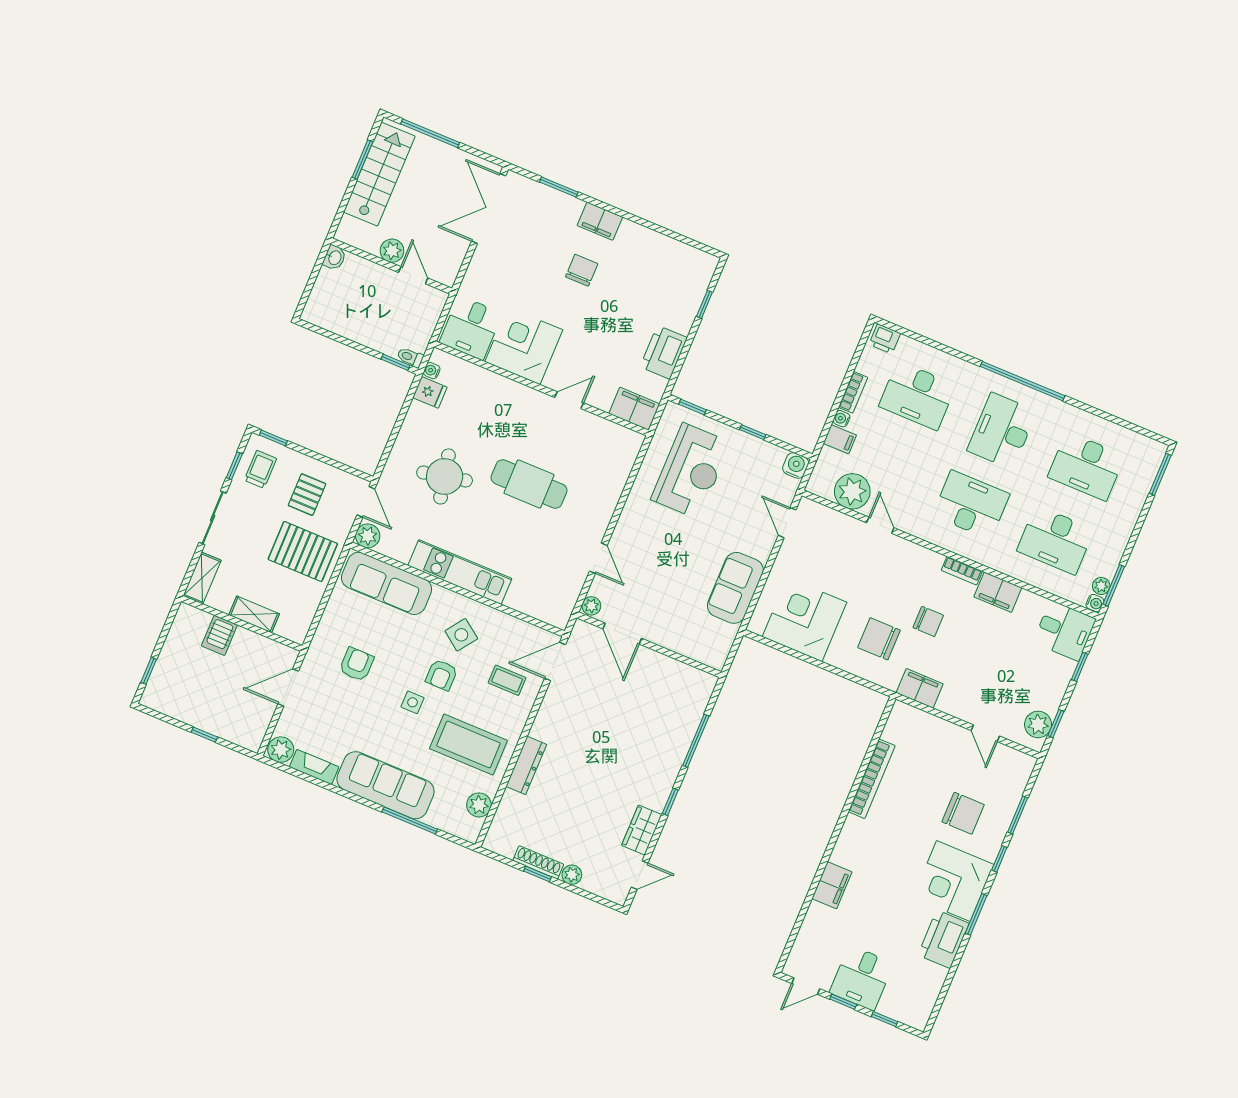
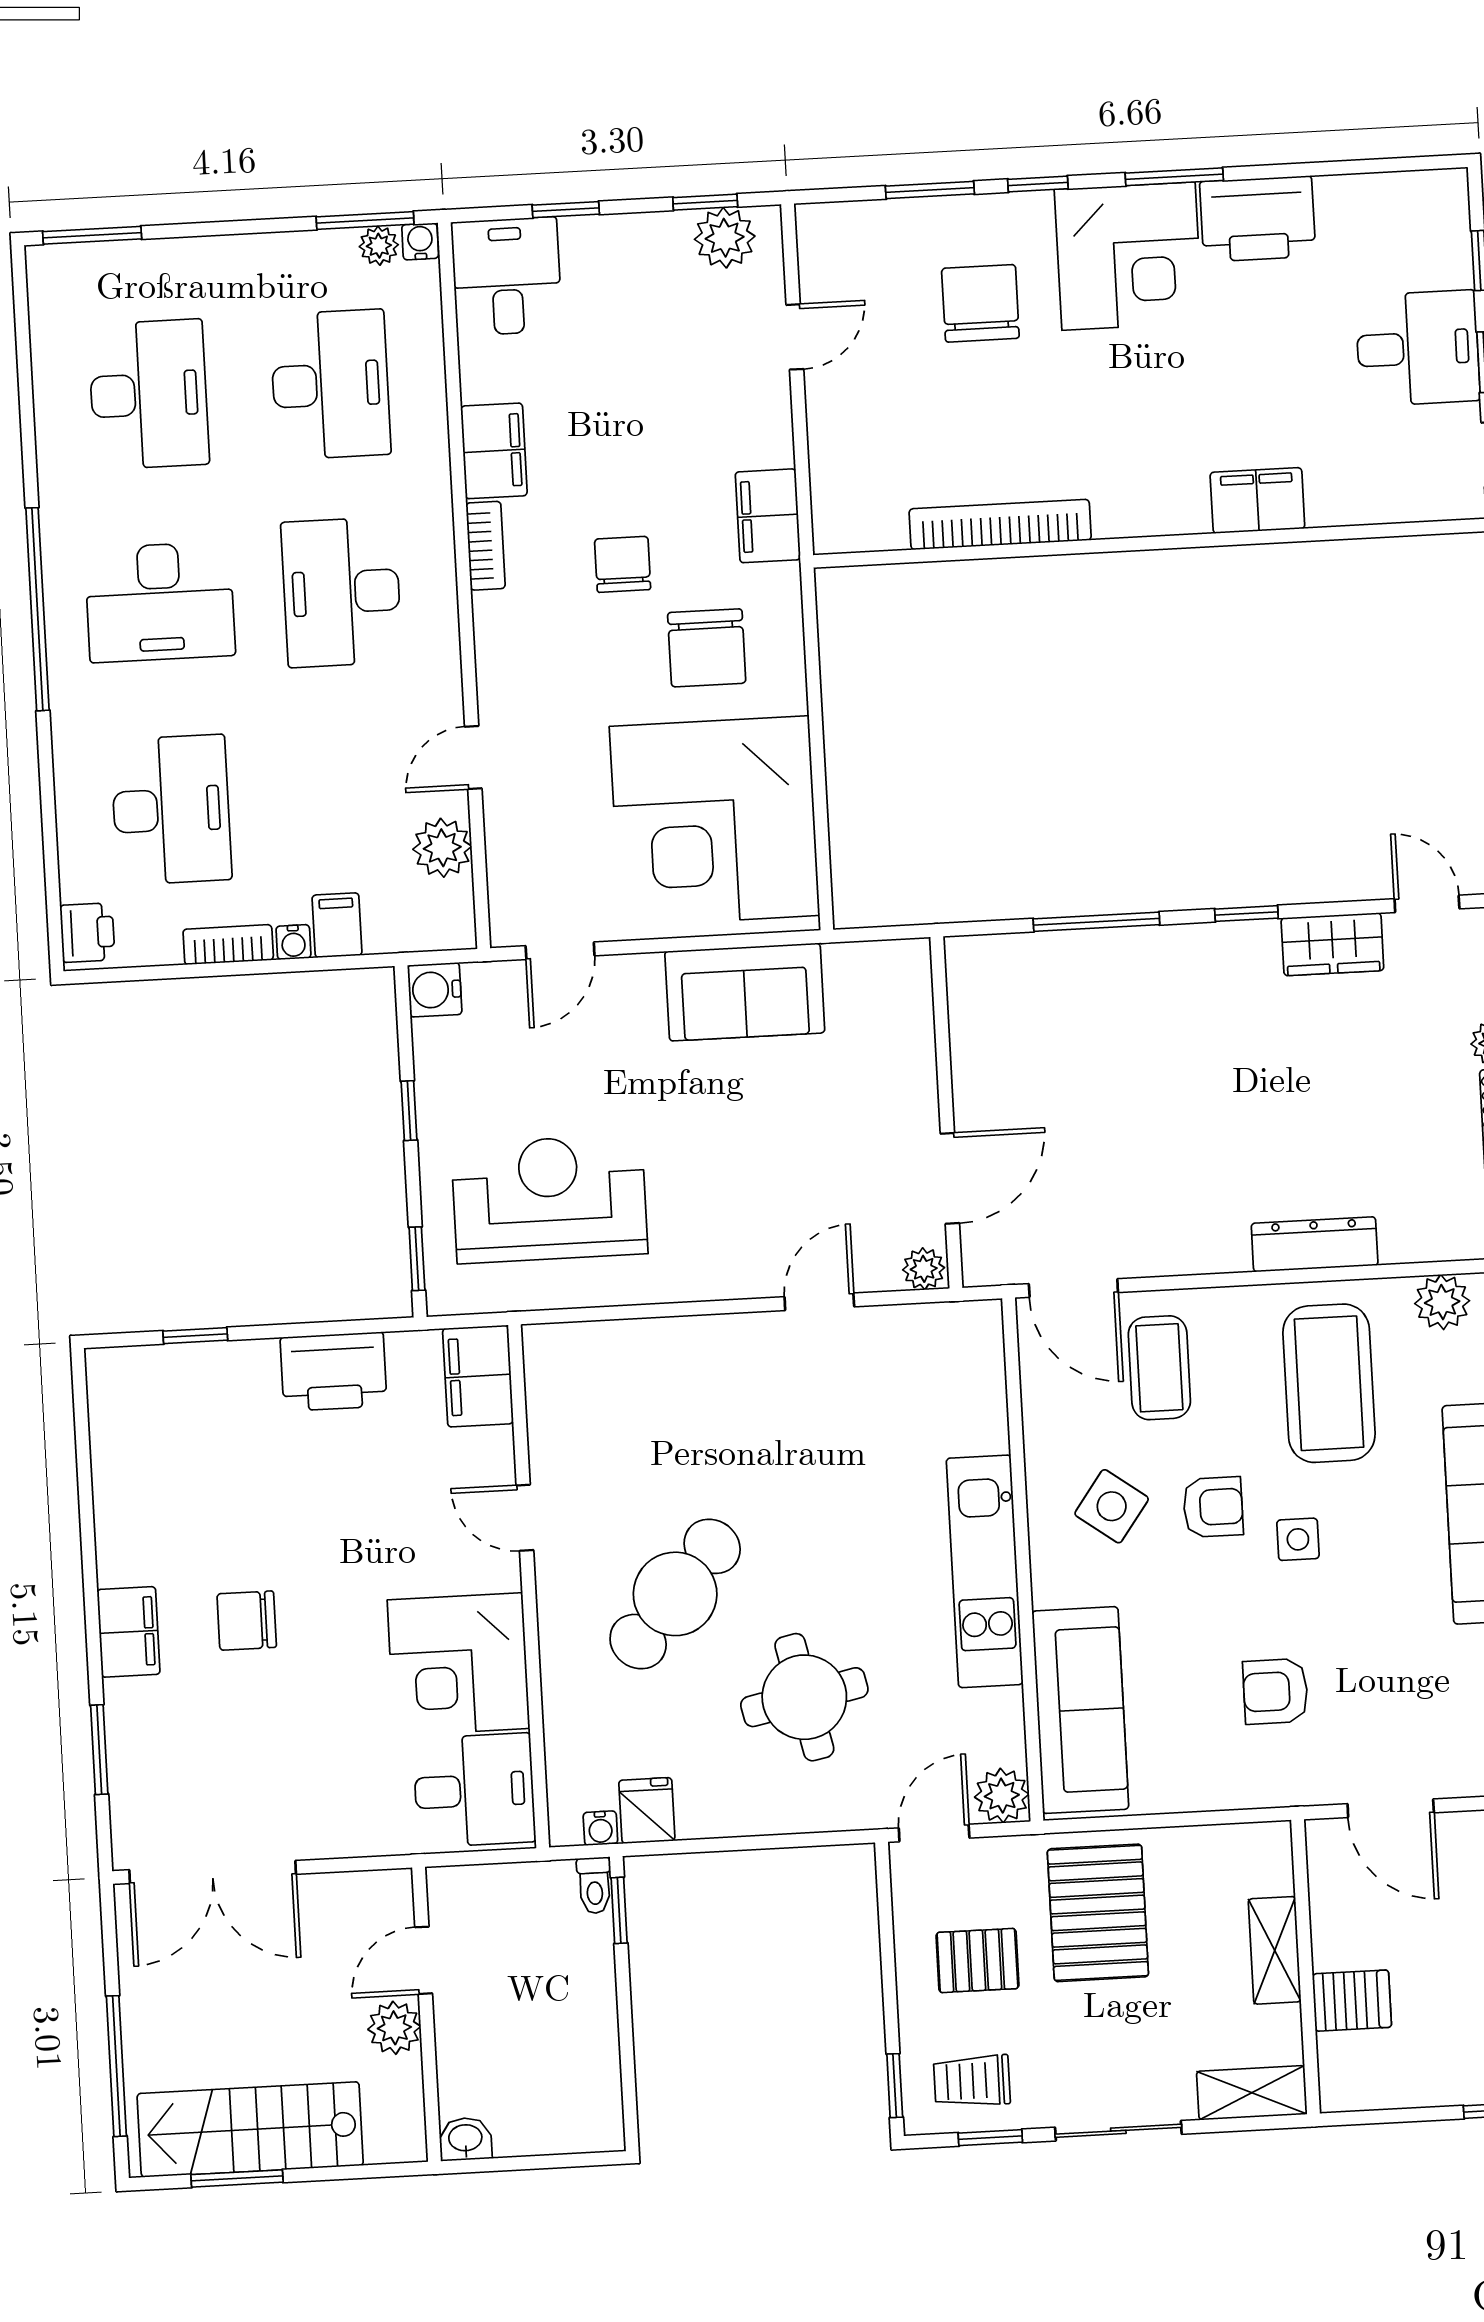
cafe table: (529, 484) -> (675, 1594), moved, turned 41
plant: (852, 491) -> (442, 848), width x0.73, depth x0.73
corner desk: (804, 620) -> (715, 821), width x1.36, depth x1.36
coffee table: (507, 680) -> (1159, 1368), width x1.36, depth x1.30

